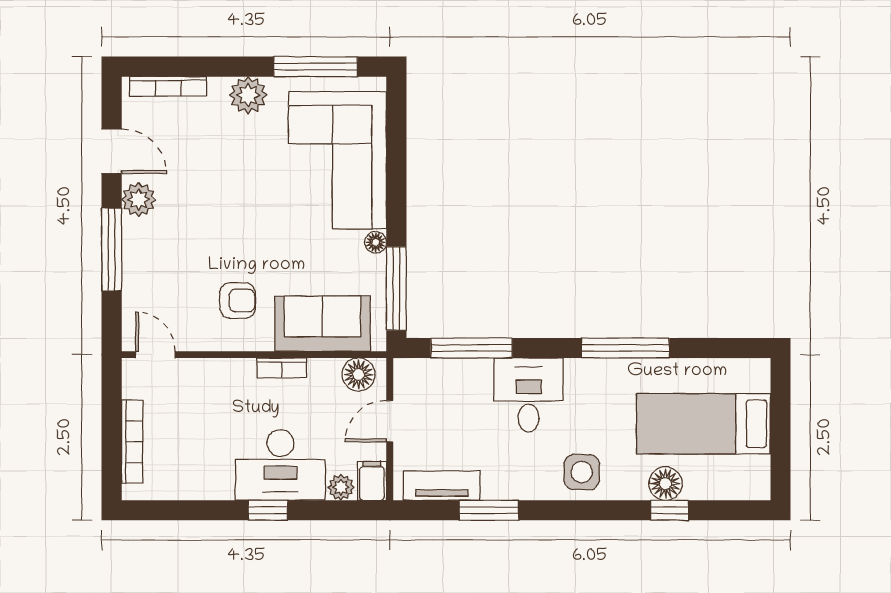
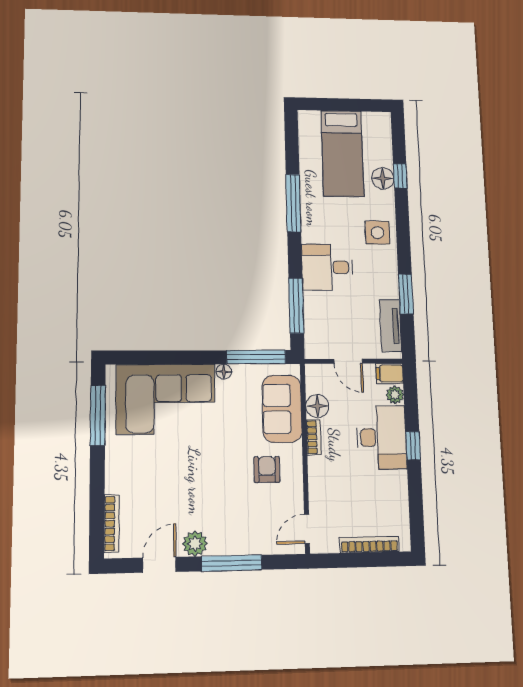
plant: (248, 95) -> (118, 464), removed
floor lamp: (359, 374) -> (317, 406), moved

